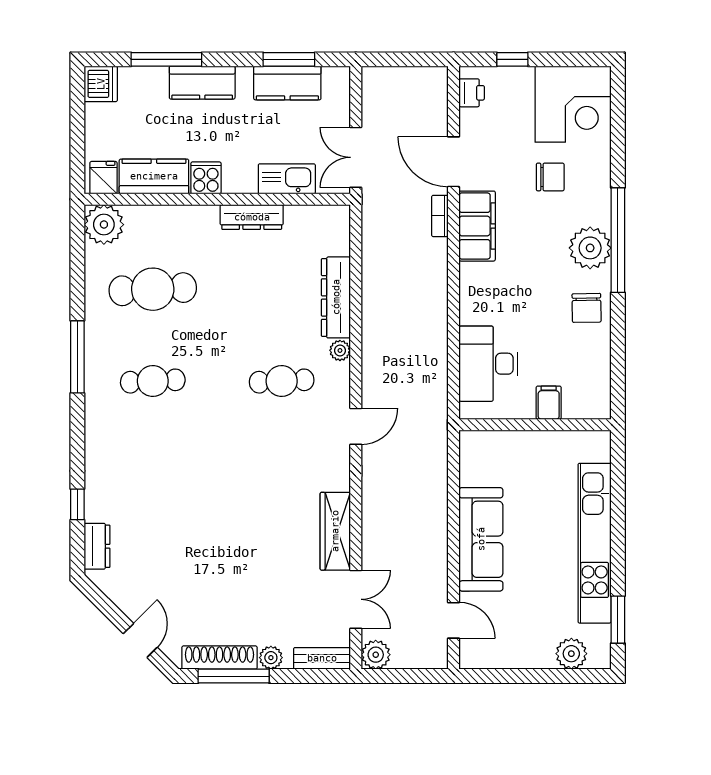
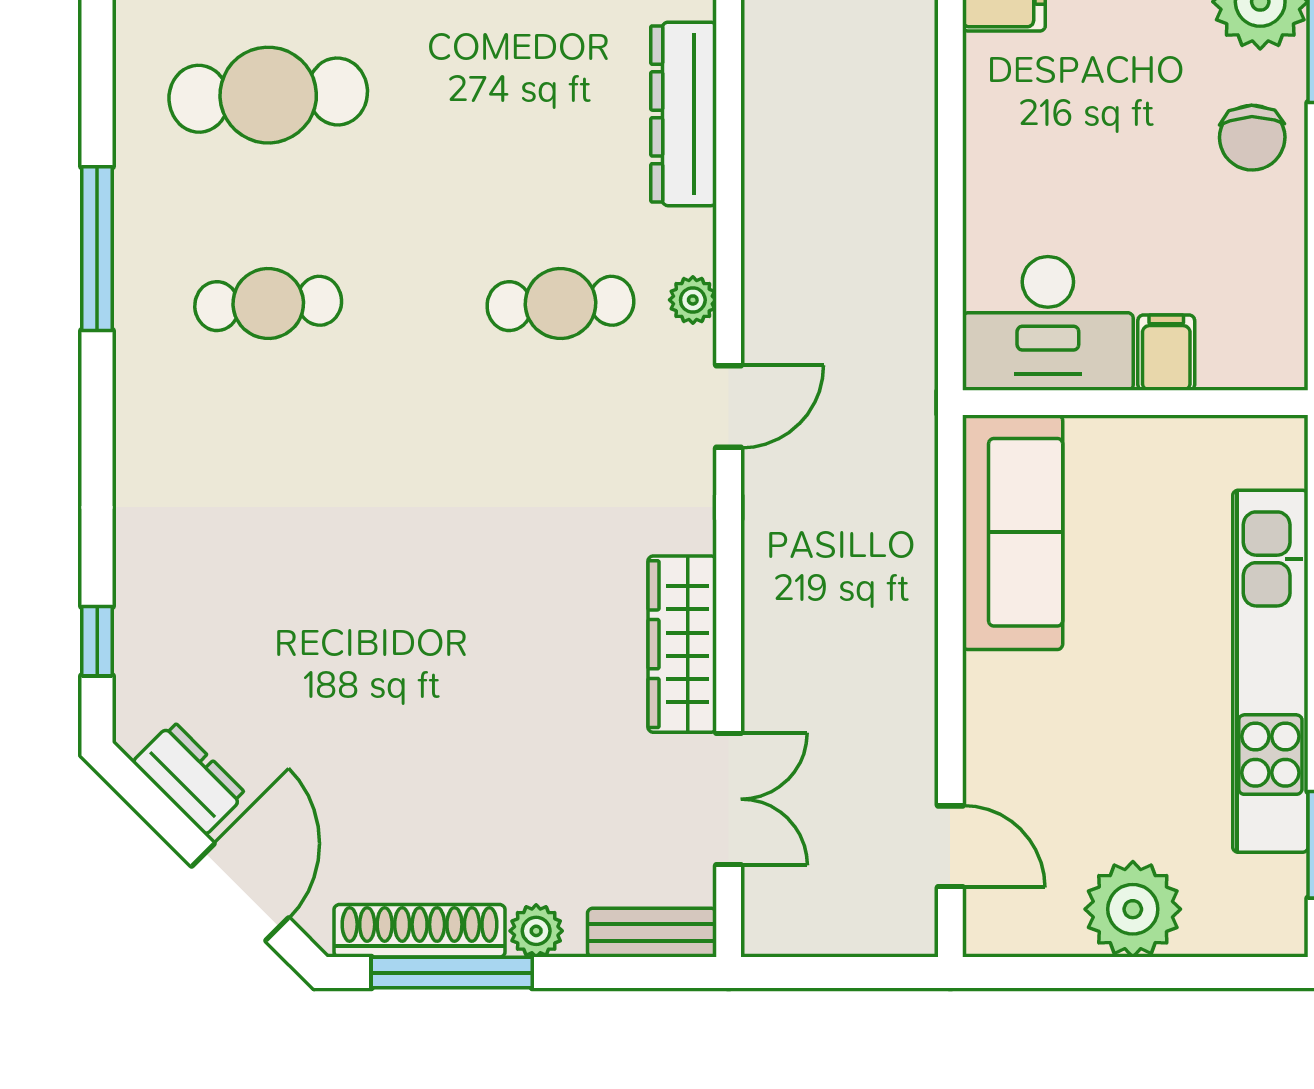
plant: (340, 350) -> (693, 300), moved
desk: (488, 364) -> (1048, 323), moved, turned -90
window: (77, 504) -> (97, 641), moved
sofa: (481, 539) -> (1013, 532), moved
dresser: (97, 546) -> (189, 778), moved, turned -45
door: (140, 640) -> (240, 892), width x1.38
plant: (571, 654) -> (1133, 909), moved, width x1.36, depth x1.36
plant: (376, 655) -> (774, 924), removed

